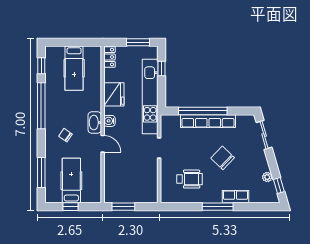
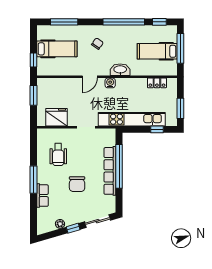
window: (71, 42) -> (180, 48), added
locker: (109, 57) -> (157, 83), moved
fridge: (114, 94) -> (56, 117), moved, turned 180
washbasin: (95, 123) -> (120, 70), moved
chair: (223, 158) -> (77, 184), turned 136
window: (279, 185) -> (73, 228), moved
window: (71, 207) -> (33, 60), moved

